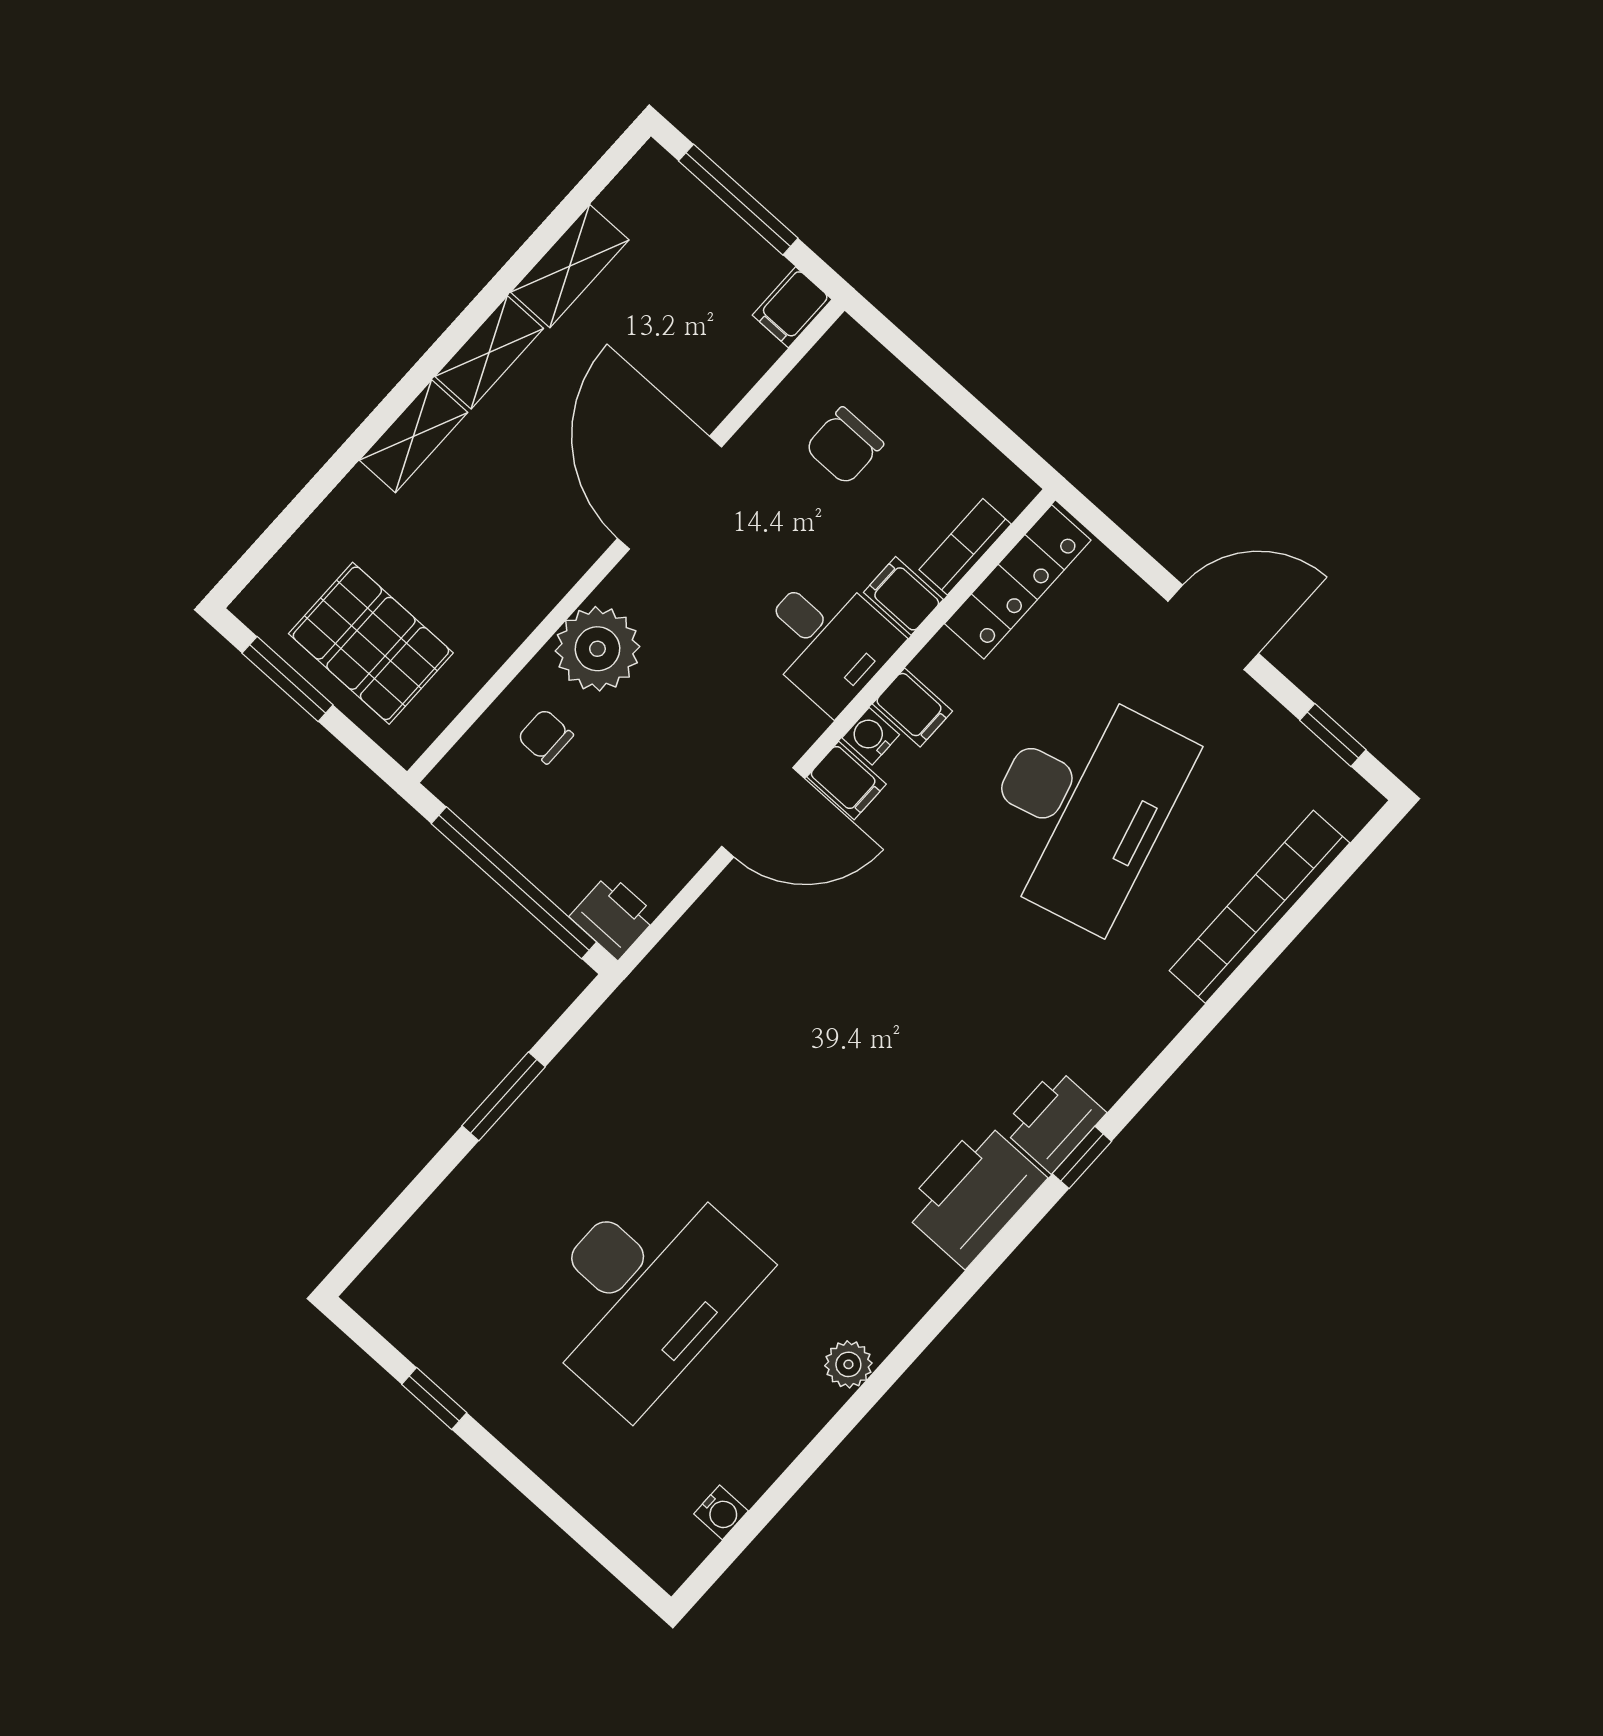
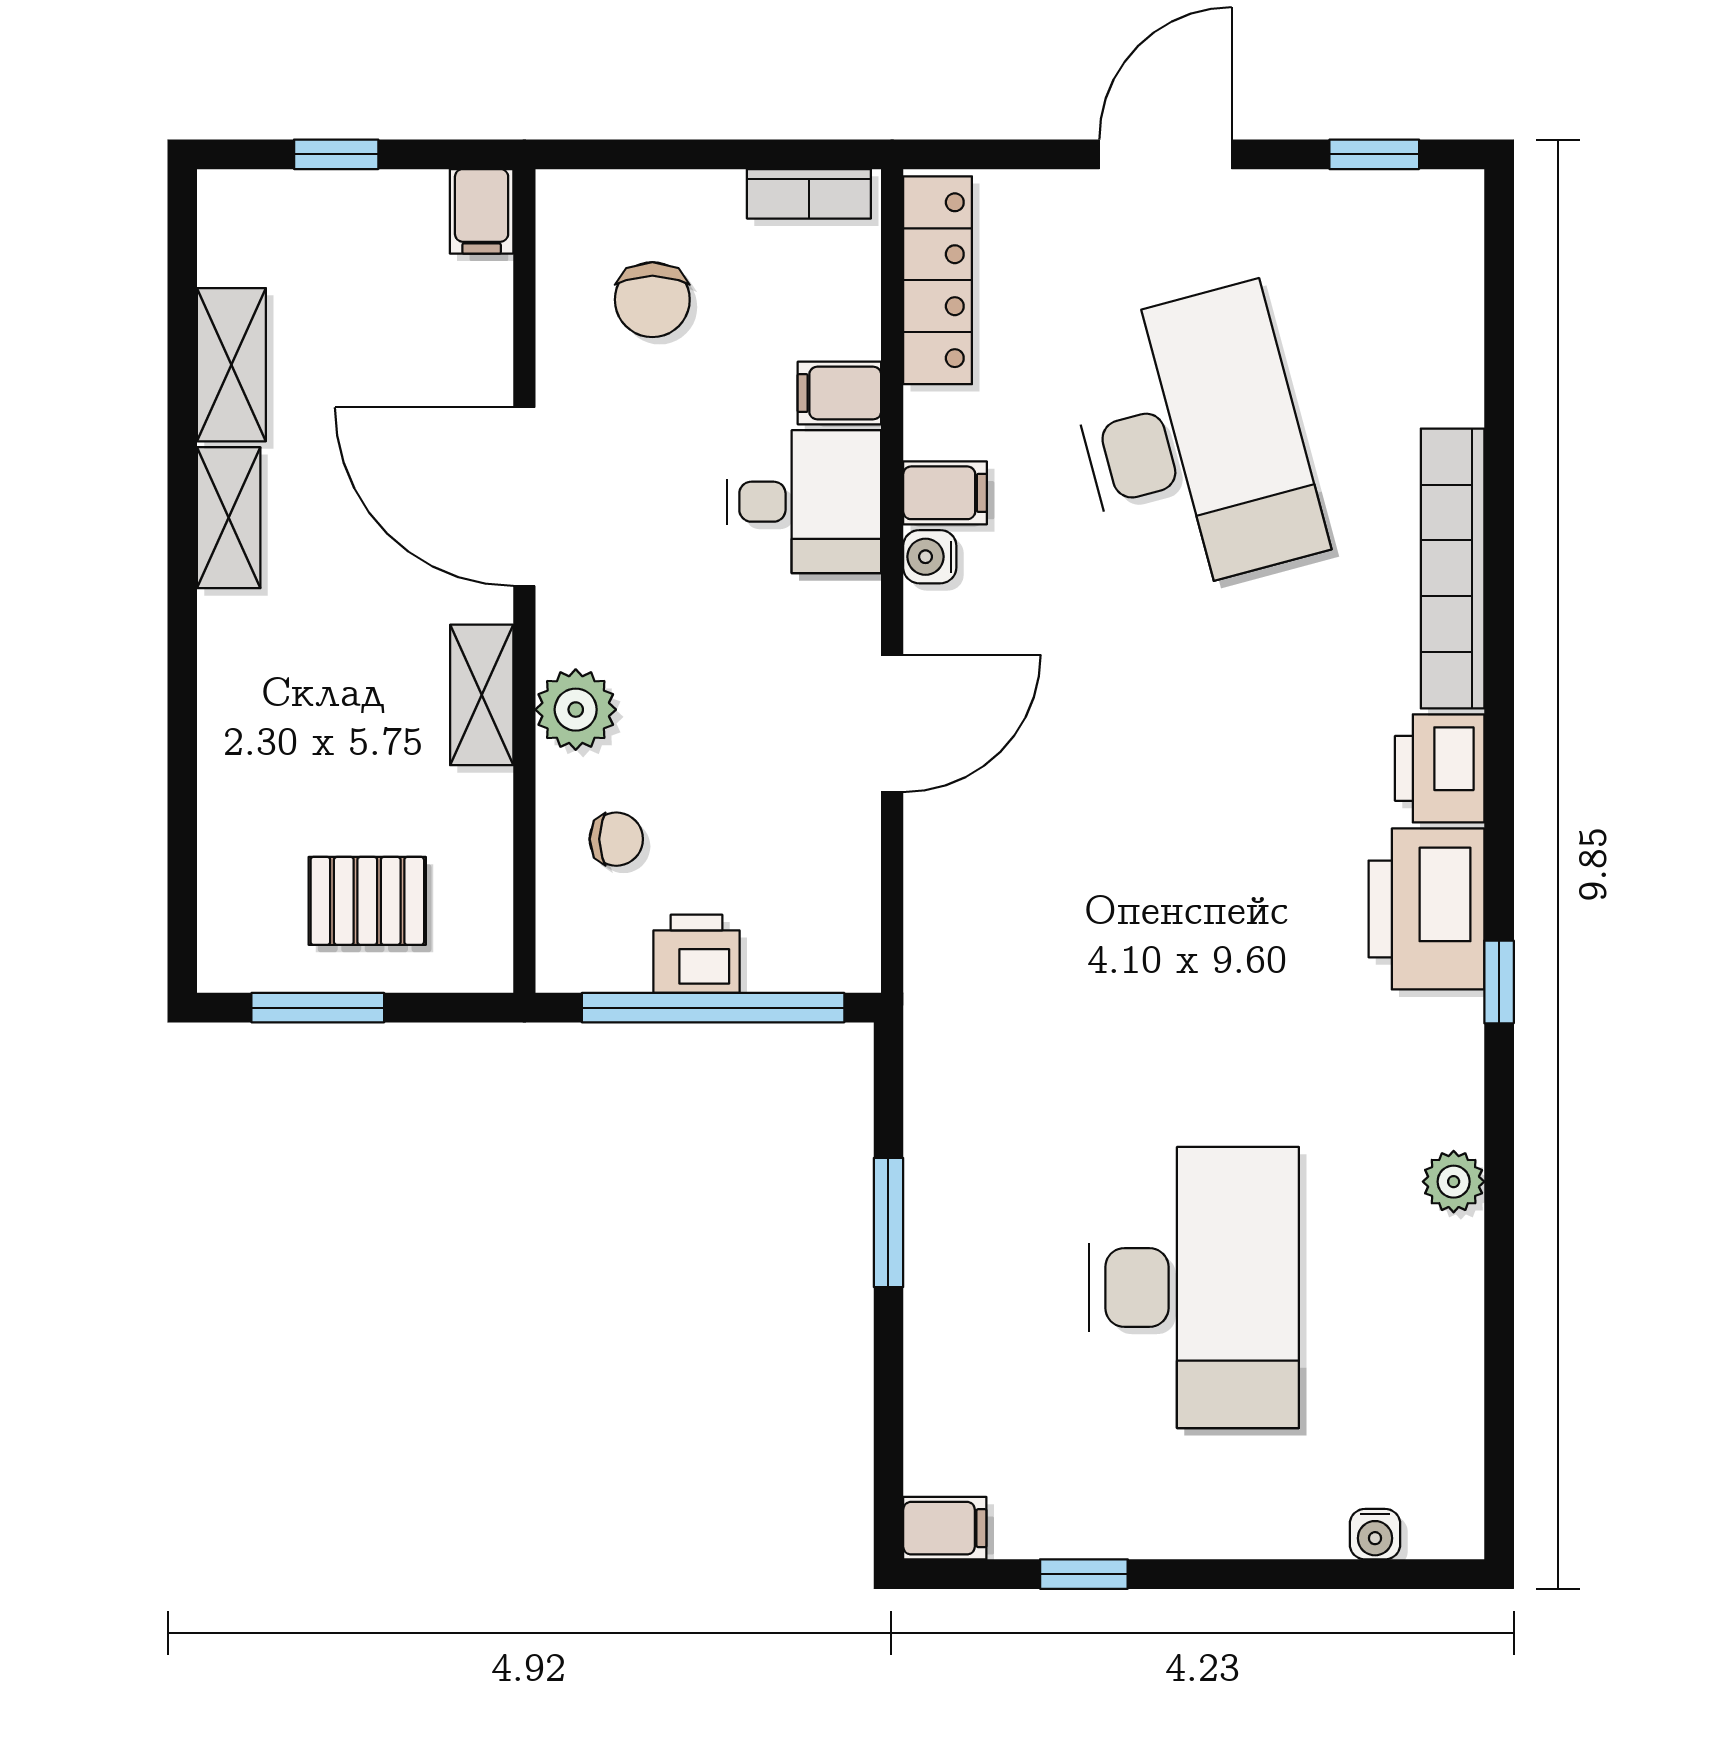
window: (738, 200) -> (336, 154), width x0.46
shelving: (414, 436) -> (482, 695), moved
bookcase: (965, 547) -> (809, 194), moved, turned -90
pallet: (371, 643) -> (367, 901), width x0.67, depth x0.71
plant: (597, 649) -> (576, 710), width x0.73, depth x0.73
chair: (545, 736) -> (616, 839), turned 180
filing cabinet: (846, 780) -> (945, 1528), moved
bookcase: (1259, 907) -> (1453, 568), moved
printer: (613, 916) -> (696, 954), moved
window: (1082, 1157) -> (1499, 982), moved
water cooler: (721, 1512) -> (1375, 1534), moved, turned 90

